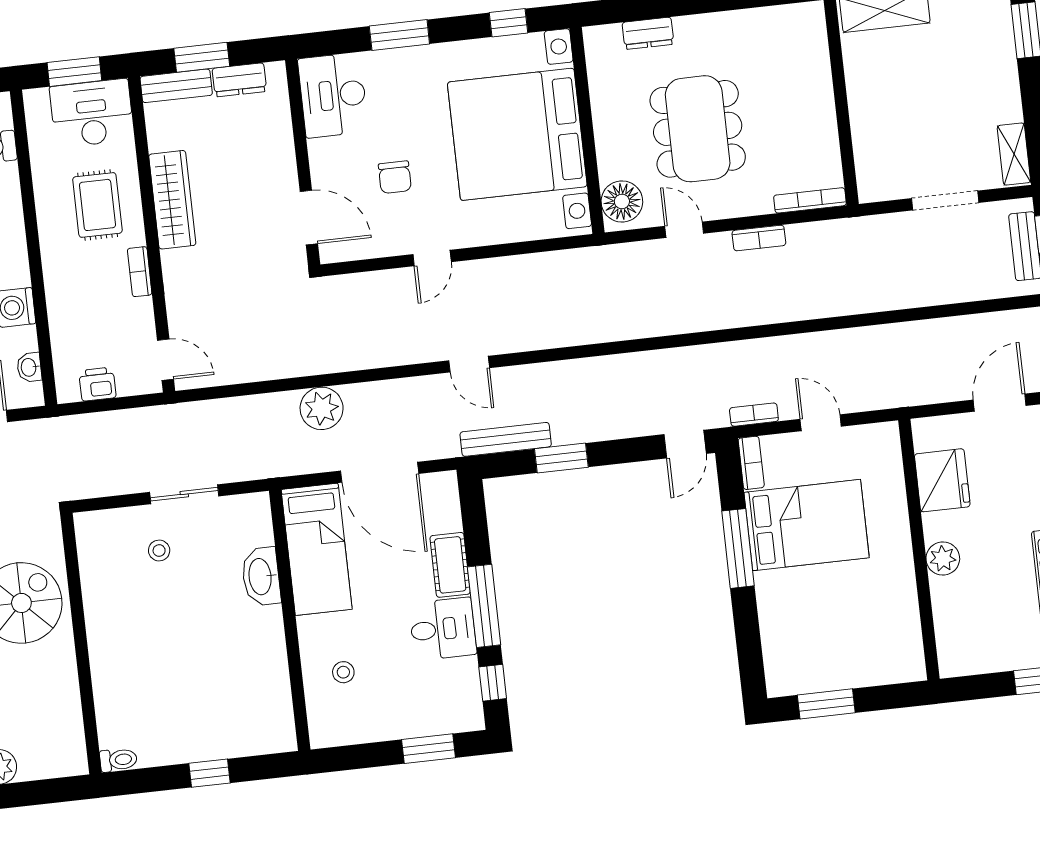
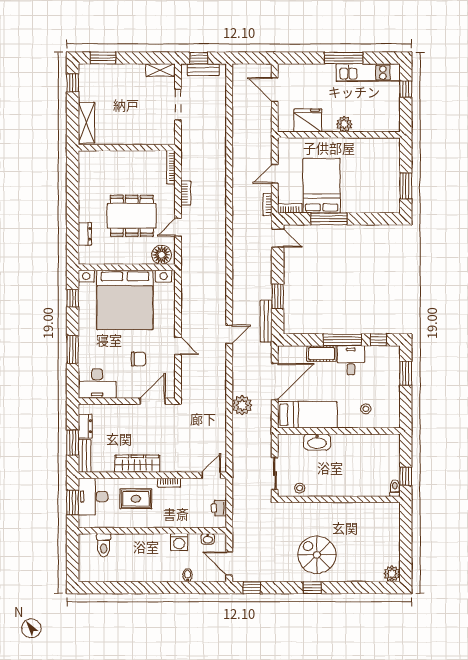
wall: (81, 644) -> (339, 499), moved
toilet: (118, 760) -> (395, 488), moved

